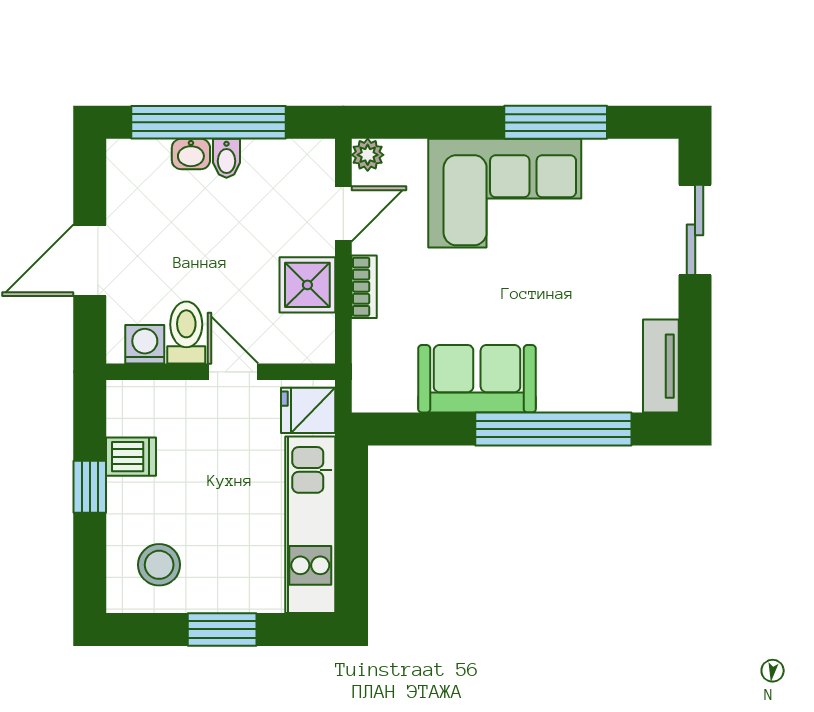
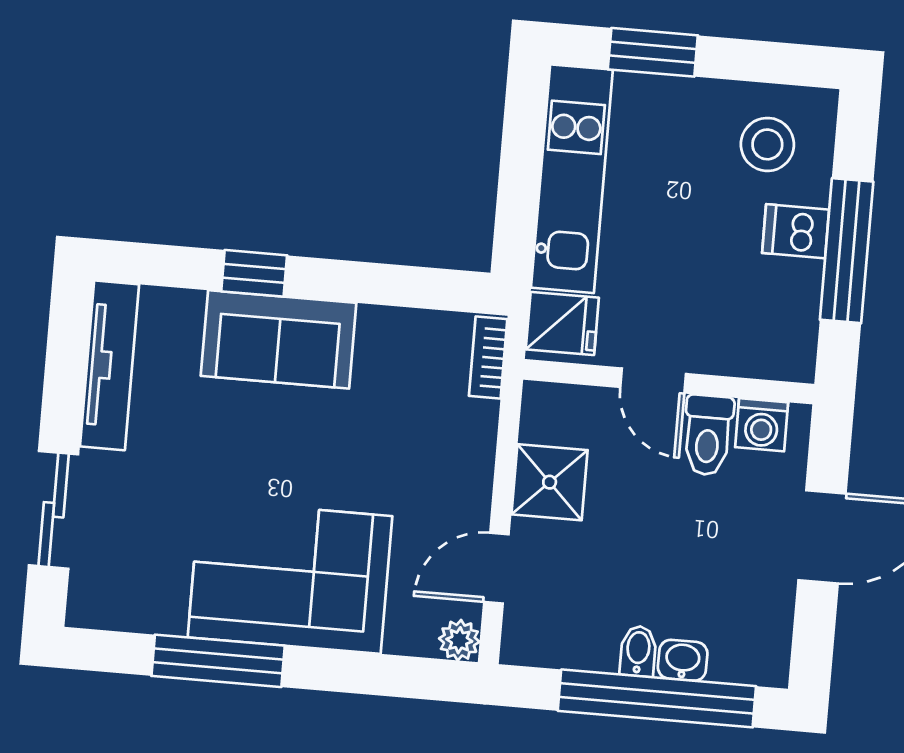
bookcase: (364, 287) -> (488, 357), moved
tv unit: (661, 366) -> (109, 365), width x1.41
sofa: (477, 379) -> (279, 339), moved
window: (553, 429) -> (254, 273), width x0.32
dishwasher: (131, 457) -> (796, 231), moved
window: (90, 487) -> (847, 251), width x2.17
window: (222, 629) -> (653, 52), moved

